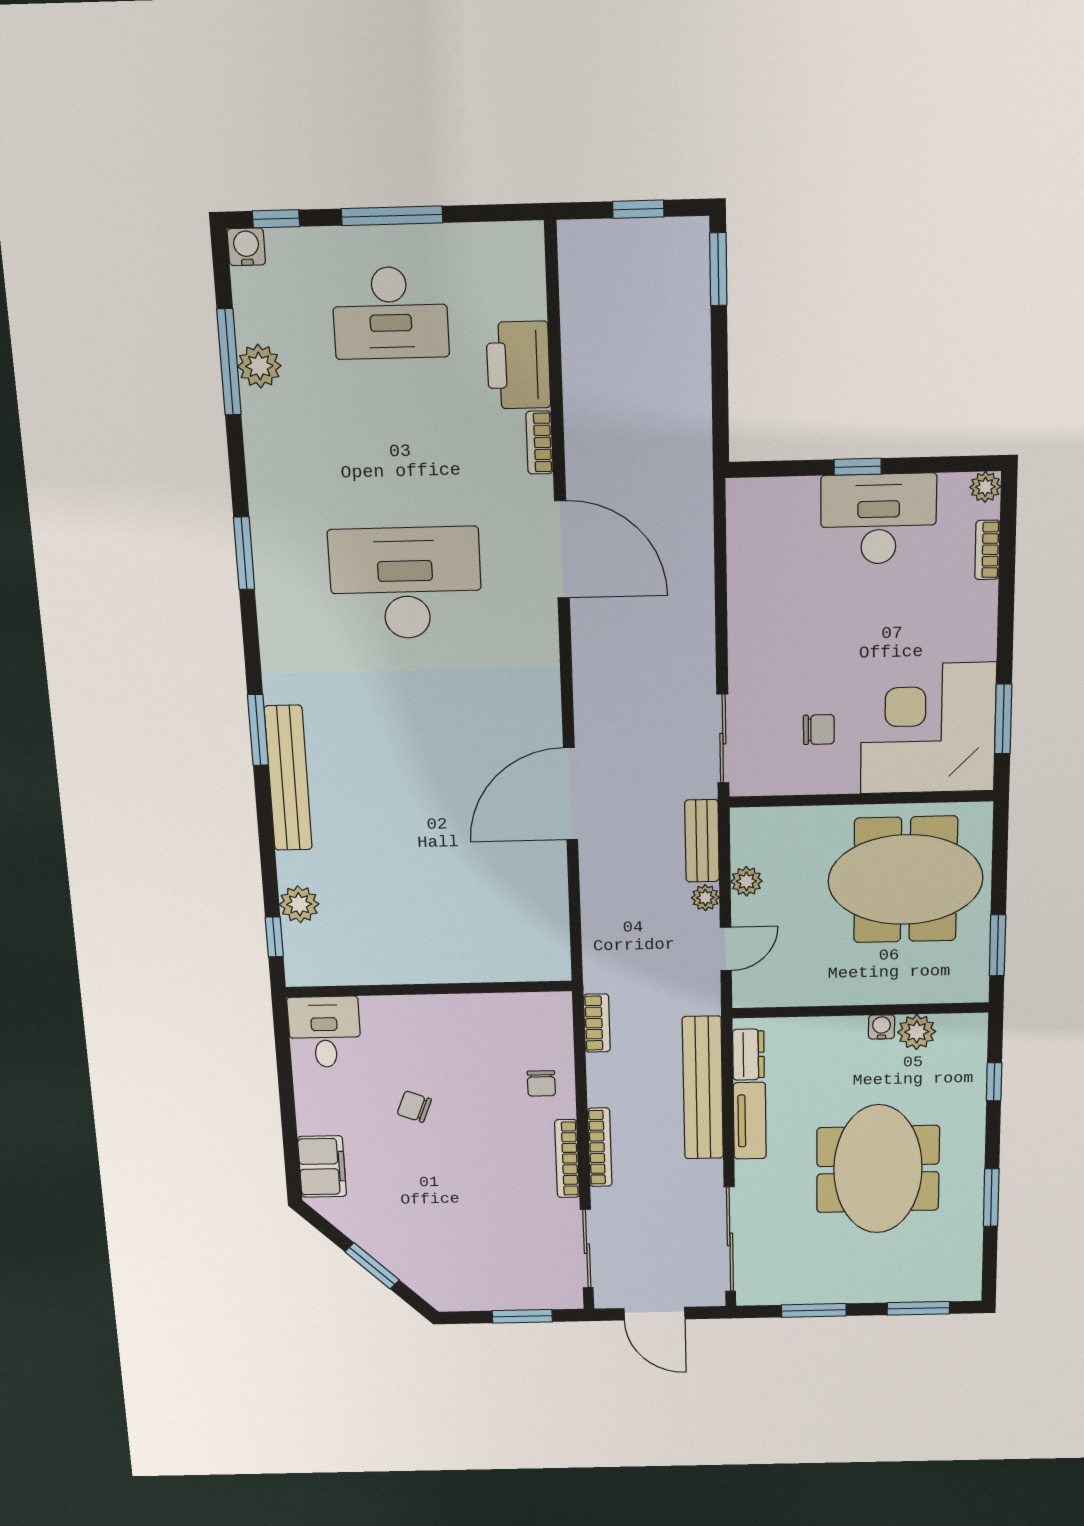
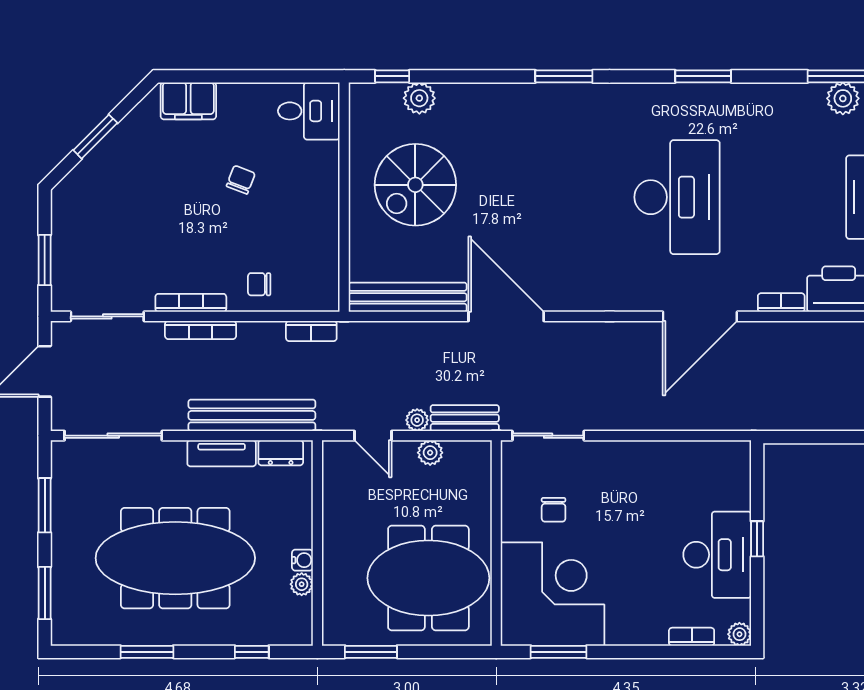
bench: (288, 778) -> (408, 297), moved
meeting table: (905, 880) -> (428, 578), turned 90
spiral stairs: (408, 906) -> (415, 185), added
plant: (917, 1032) -> (302, 584), width x0.73, depth x0.73
meeting table: (878, 1169) -> (175, 558), width x1.36

